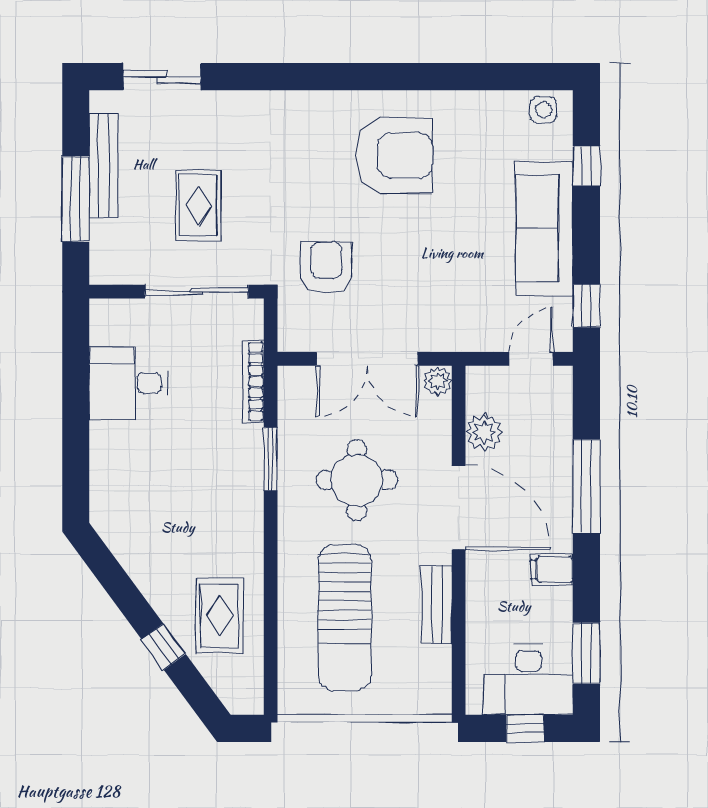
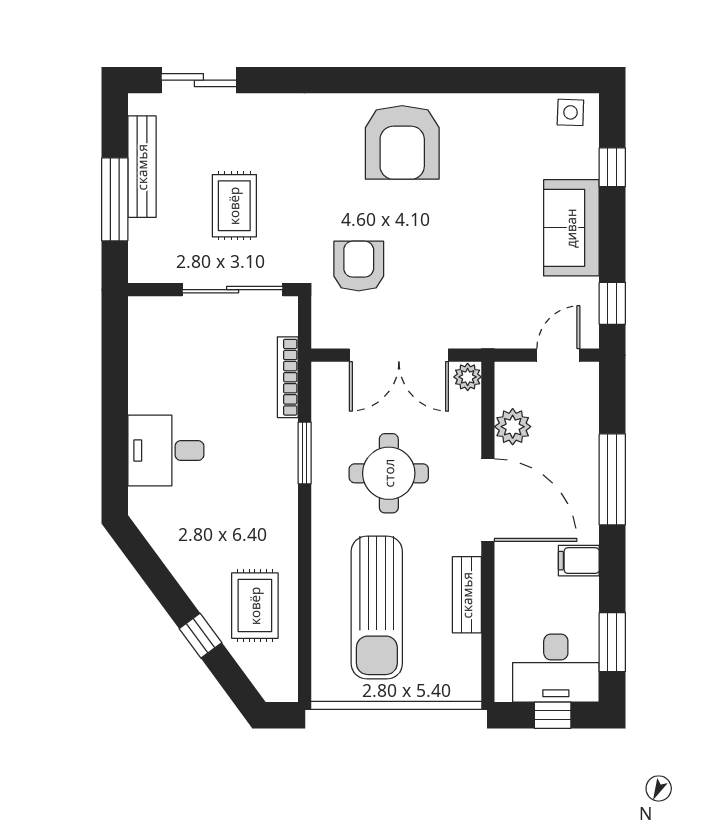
armchair: (395, 155) -> (402, 142), moved, turned 90
sofa: (544, 228) -> (571, 228), width x0.73
desk: (128, 383) -> (166, 451), moved

